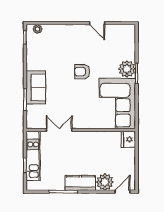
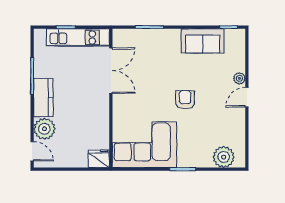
door: (97, 23) -> (247, 97), moved
plant: (38, 29) -> (239, 78), moved
plant: (127, 69) -> (224, 157), moved
sofa: (36, 87) -> (203, 41), moved
double door: (59, 130) -> (111, 71), width x1.37

